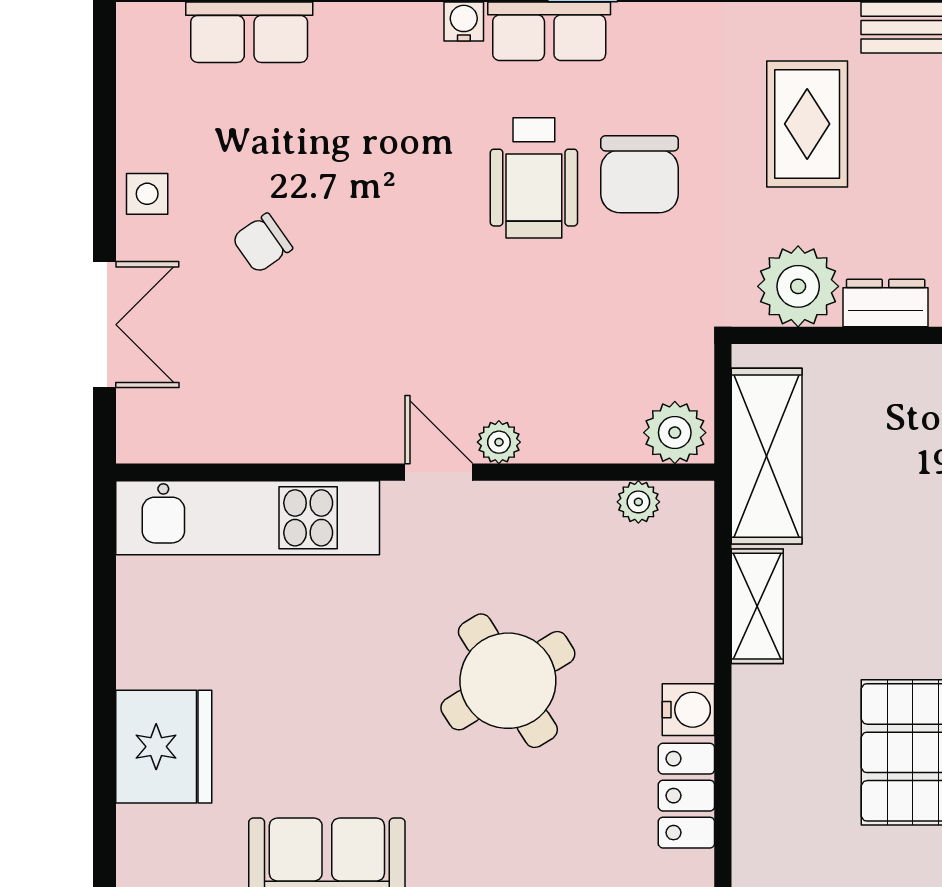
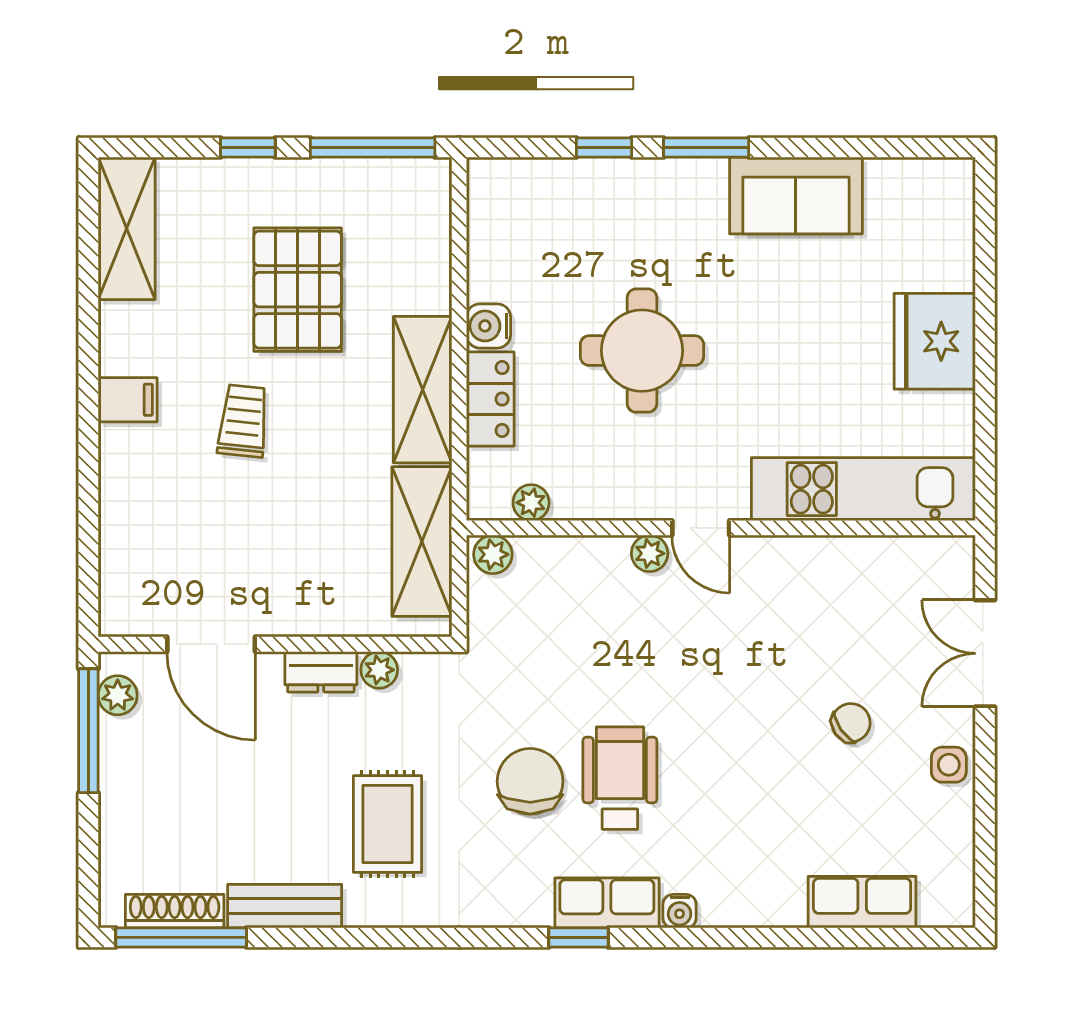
plant: (798, 286) -> (379, 670), width x0.53, depth x0.53
plant: (675, 433) -> (493, 554), width x0.73, depth x0.73
shelving: (757, 606) -> (423, 390), width x1.50, depth x1.33
round table: (508, 681) -> (642, 351), turned 32
fridge: (164, 747) -> (935, 341), moved
locker: (686, 796) -> (490, 399), moved

